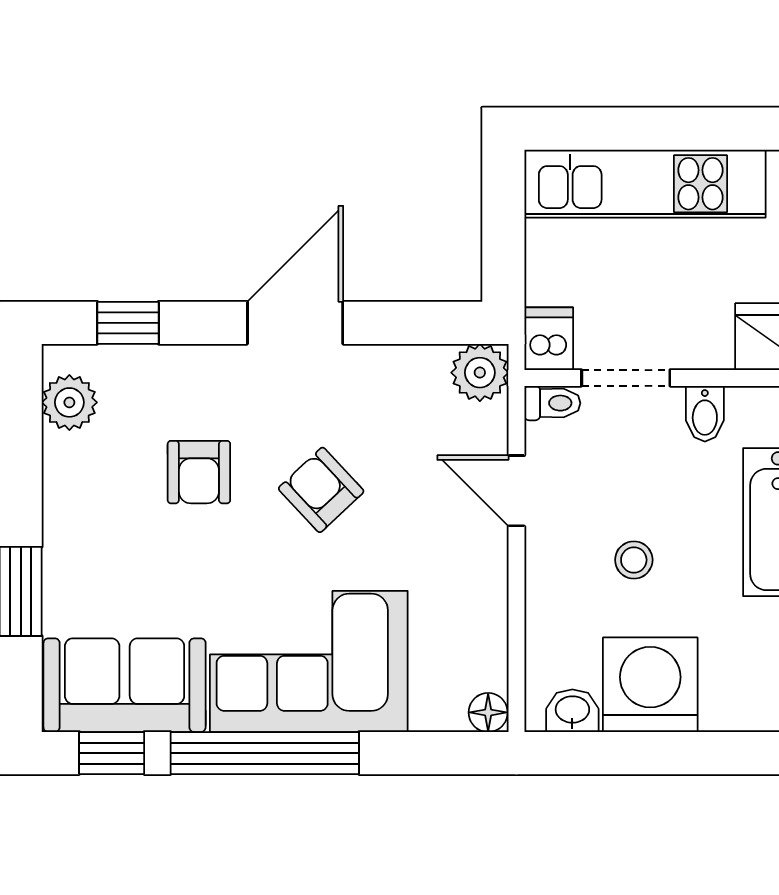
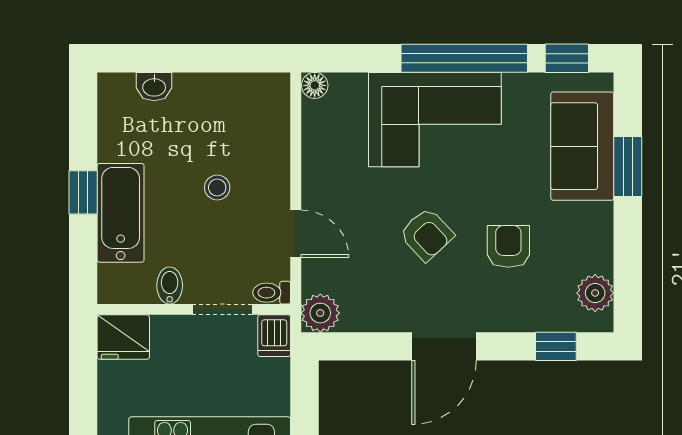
sofa: (125, 685) -> (582, 146), moved, turned 90
washing machine: (650, 685) -> (206, 104), removed
washbasin: (572, 711) -> (154, 87), moved

